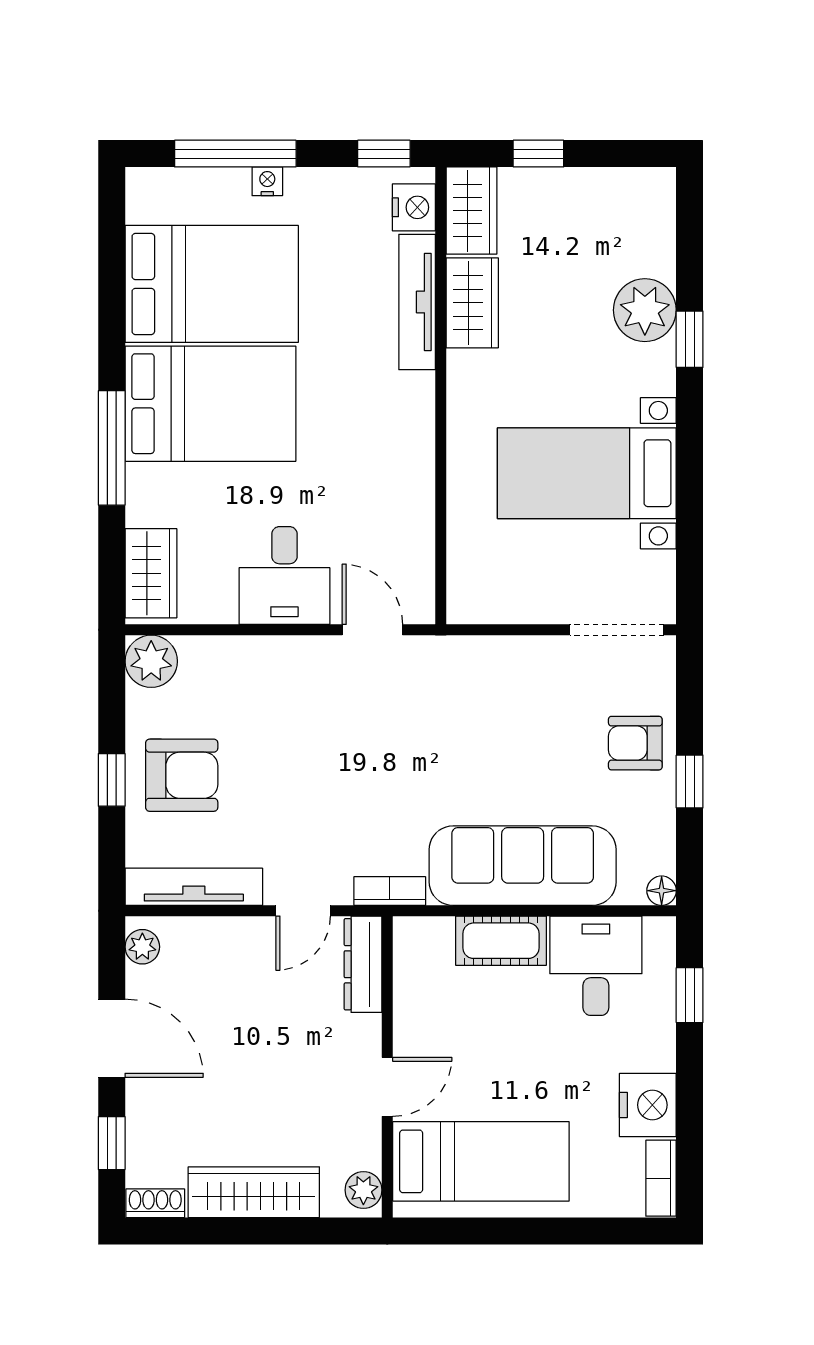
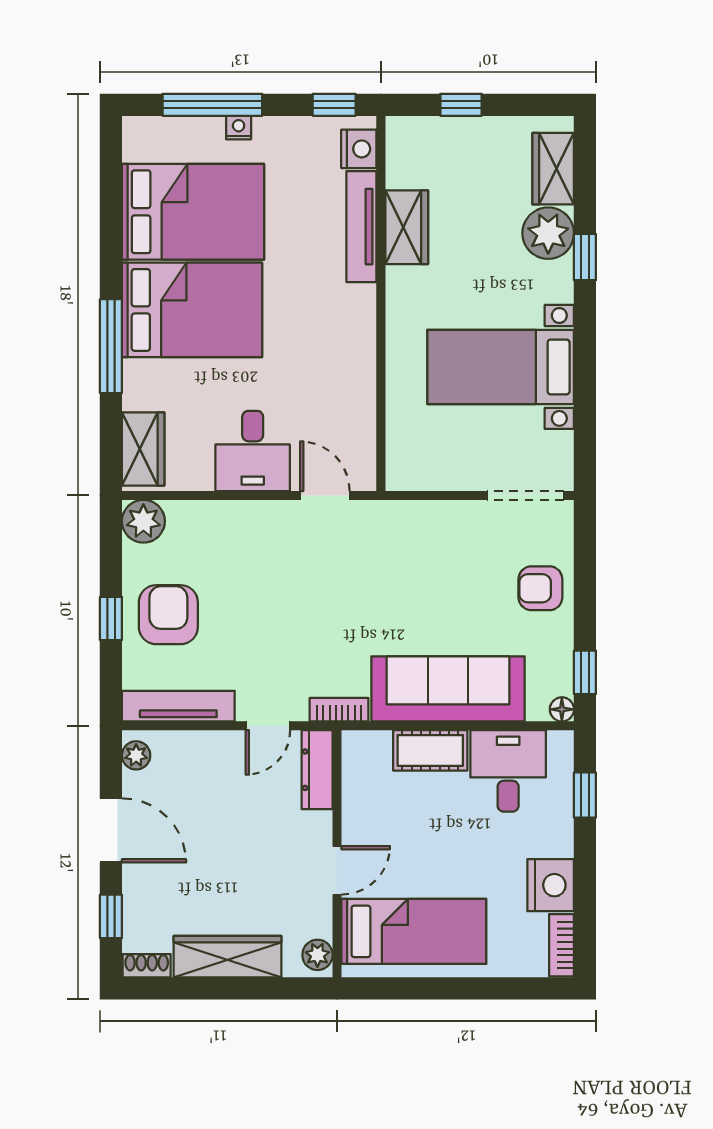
wardrobe: (471, 211) -> (553, 169), moved, turned 180
armchair: (182, 775) -> (168, 615), turned -90
window: (690, 782) -> (585, 672), moved

